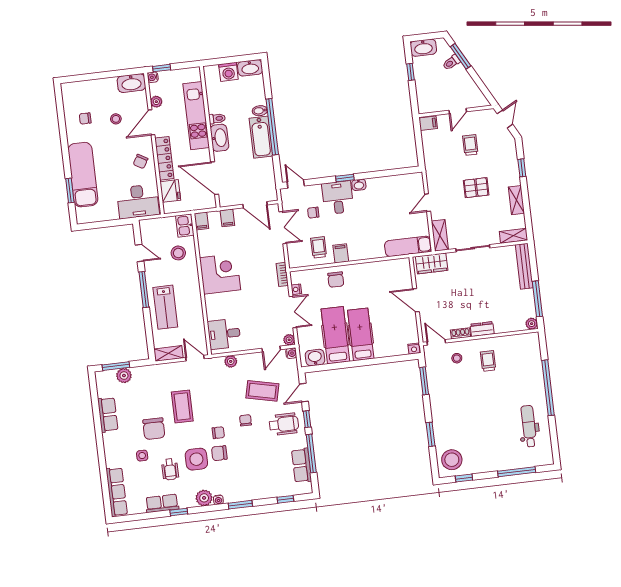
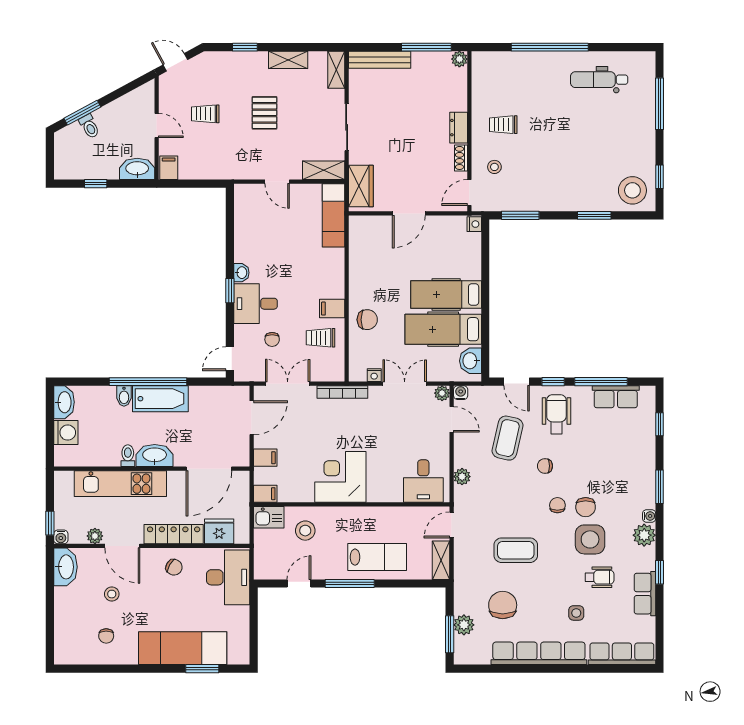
washbasin: (423, 48) -> (137, 169), moved, turned -90
bookcase: (282, 274) -> (342, 392), width x1.56
row of seats: (108, 415) -> (539, 653), width x2.02
chair: (154, 429) -> (503, 605), moved, turned -90

